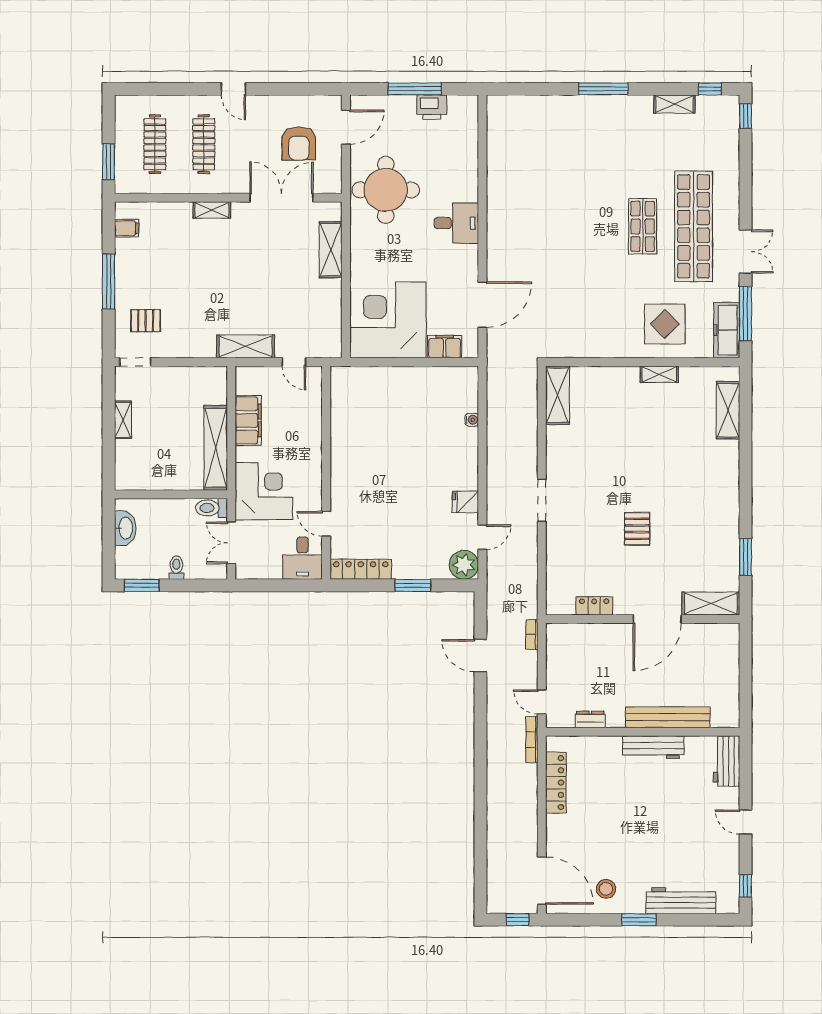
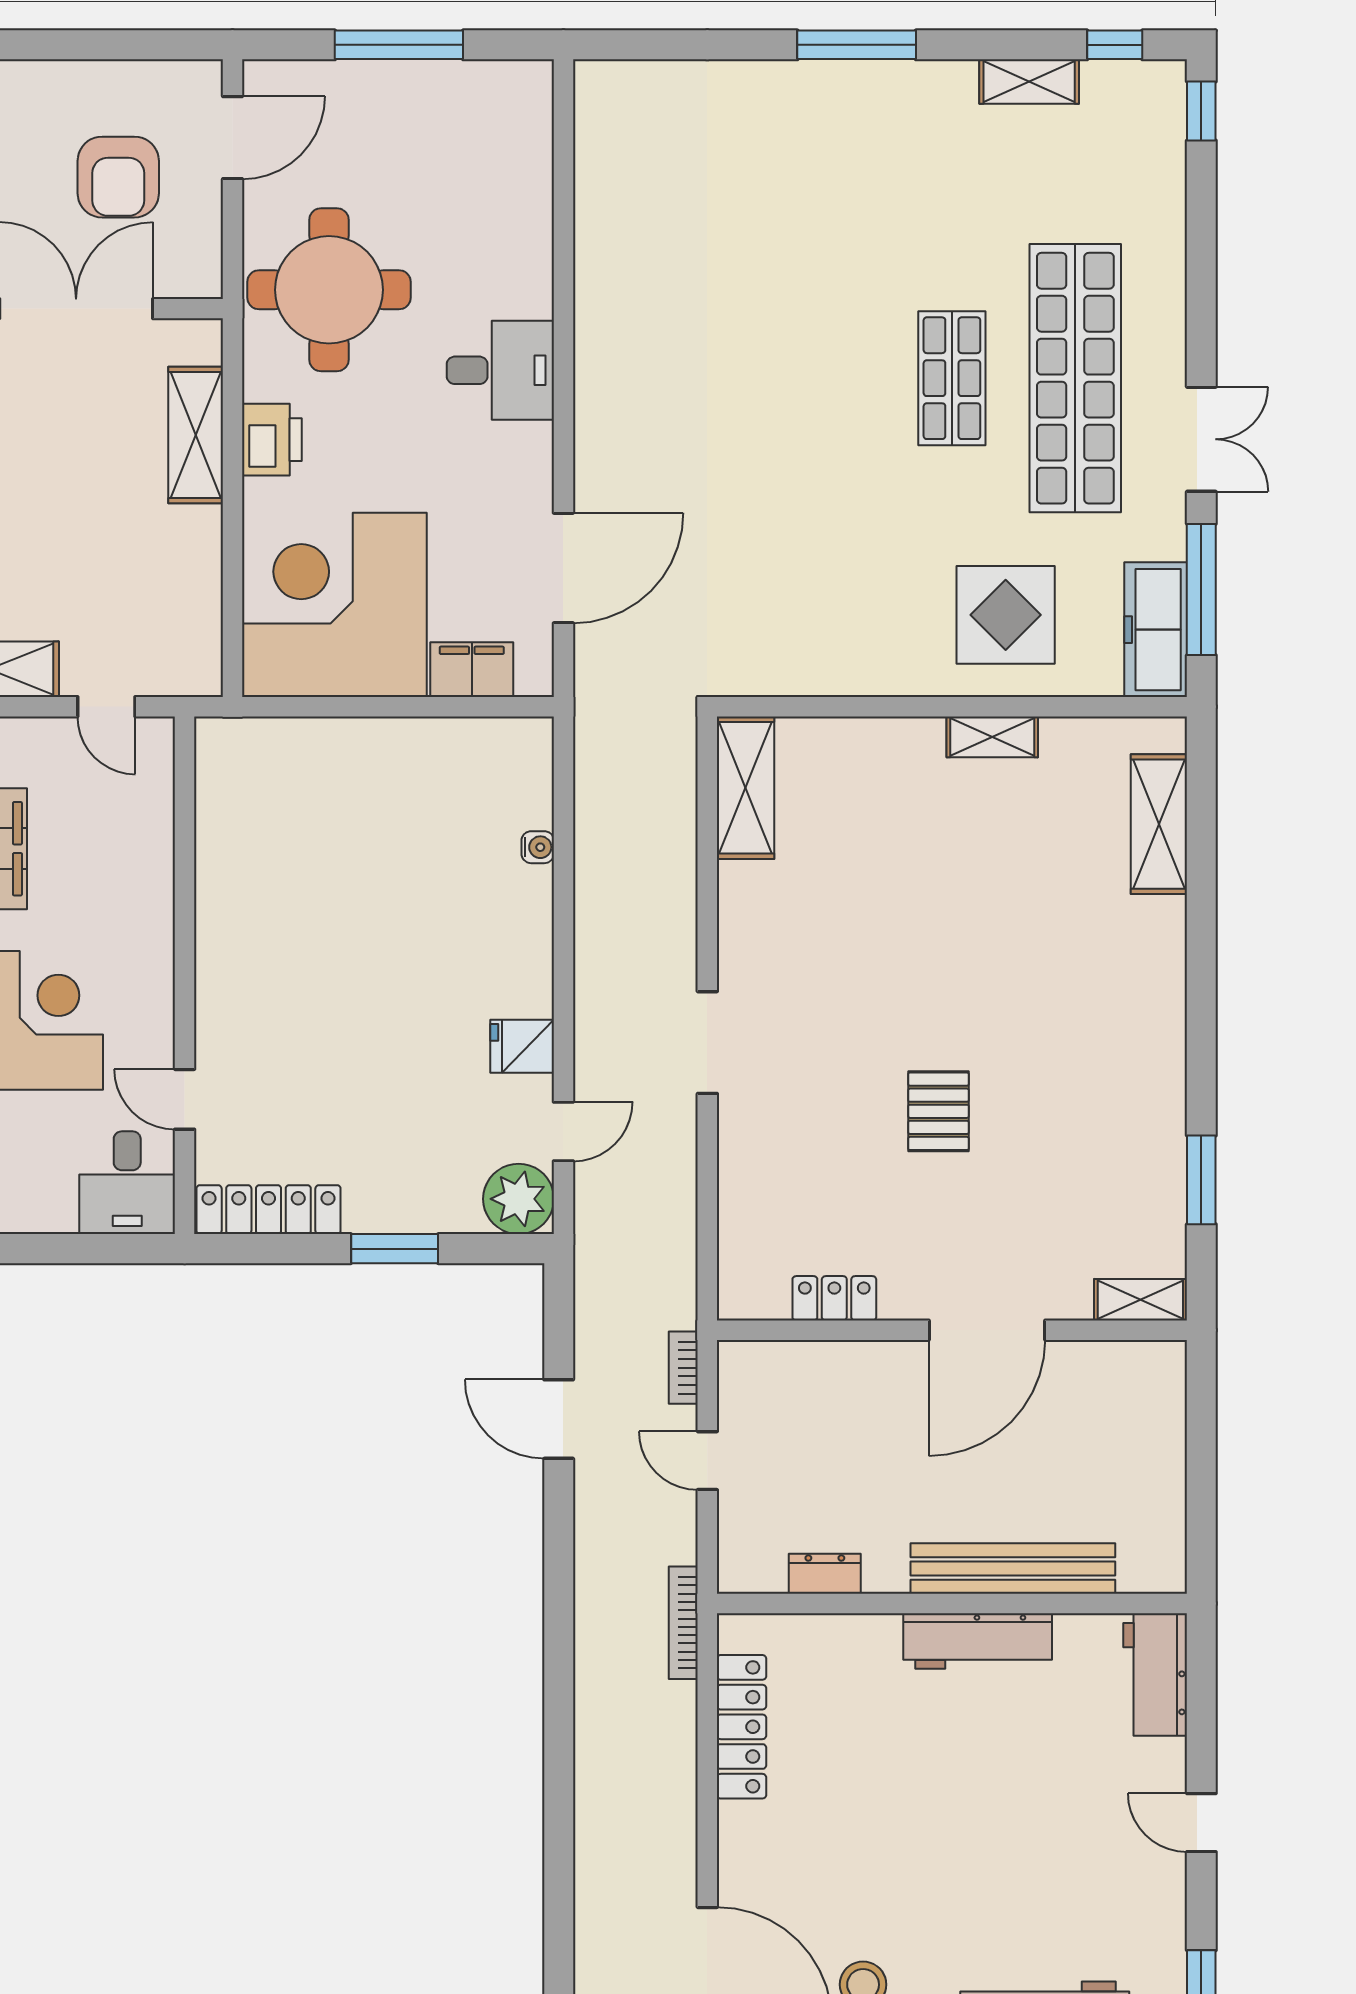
printer: (432, 107) -> (272, 440), moved, turned -90
shelving: (711, 604) -> (1140, 1300), width x0.67, depth x0.75
door: (542, 702) -> (707, 1461), moved

